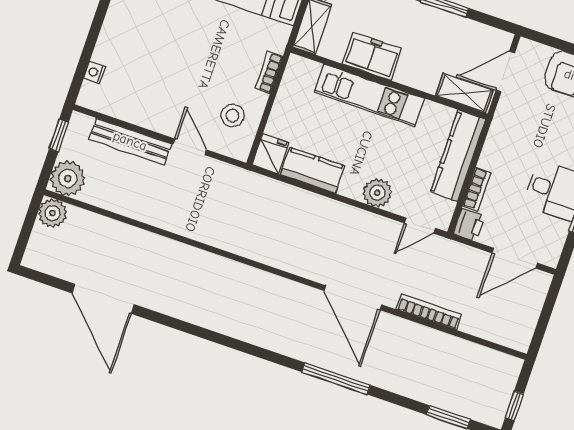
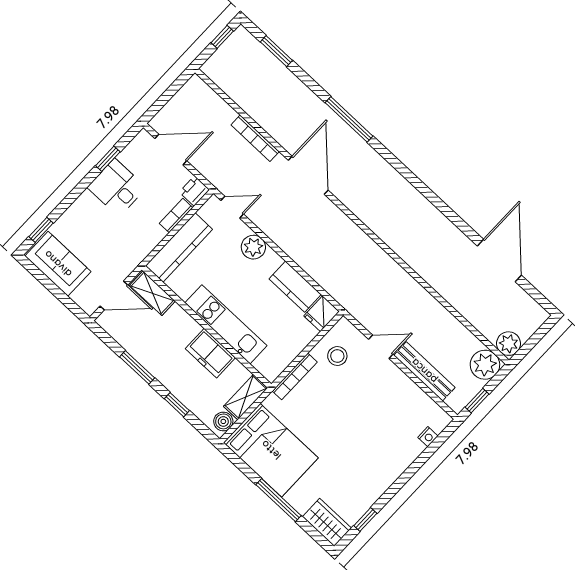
bookcase: (269, 72) -> (295, 376), width x1.56
door: (190, 147) -> (381, 347), swing flipped

